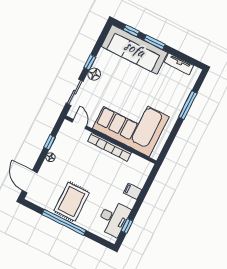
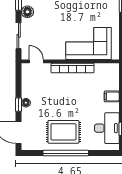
corner sofa: (131, 123) -> (88, 44), width x0.73, depth x0.74
window: (50, 142) -> (19, 105), moved
rug: (72, 202) -> (63, 132), turned 90

